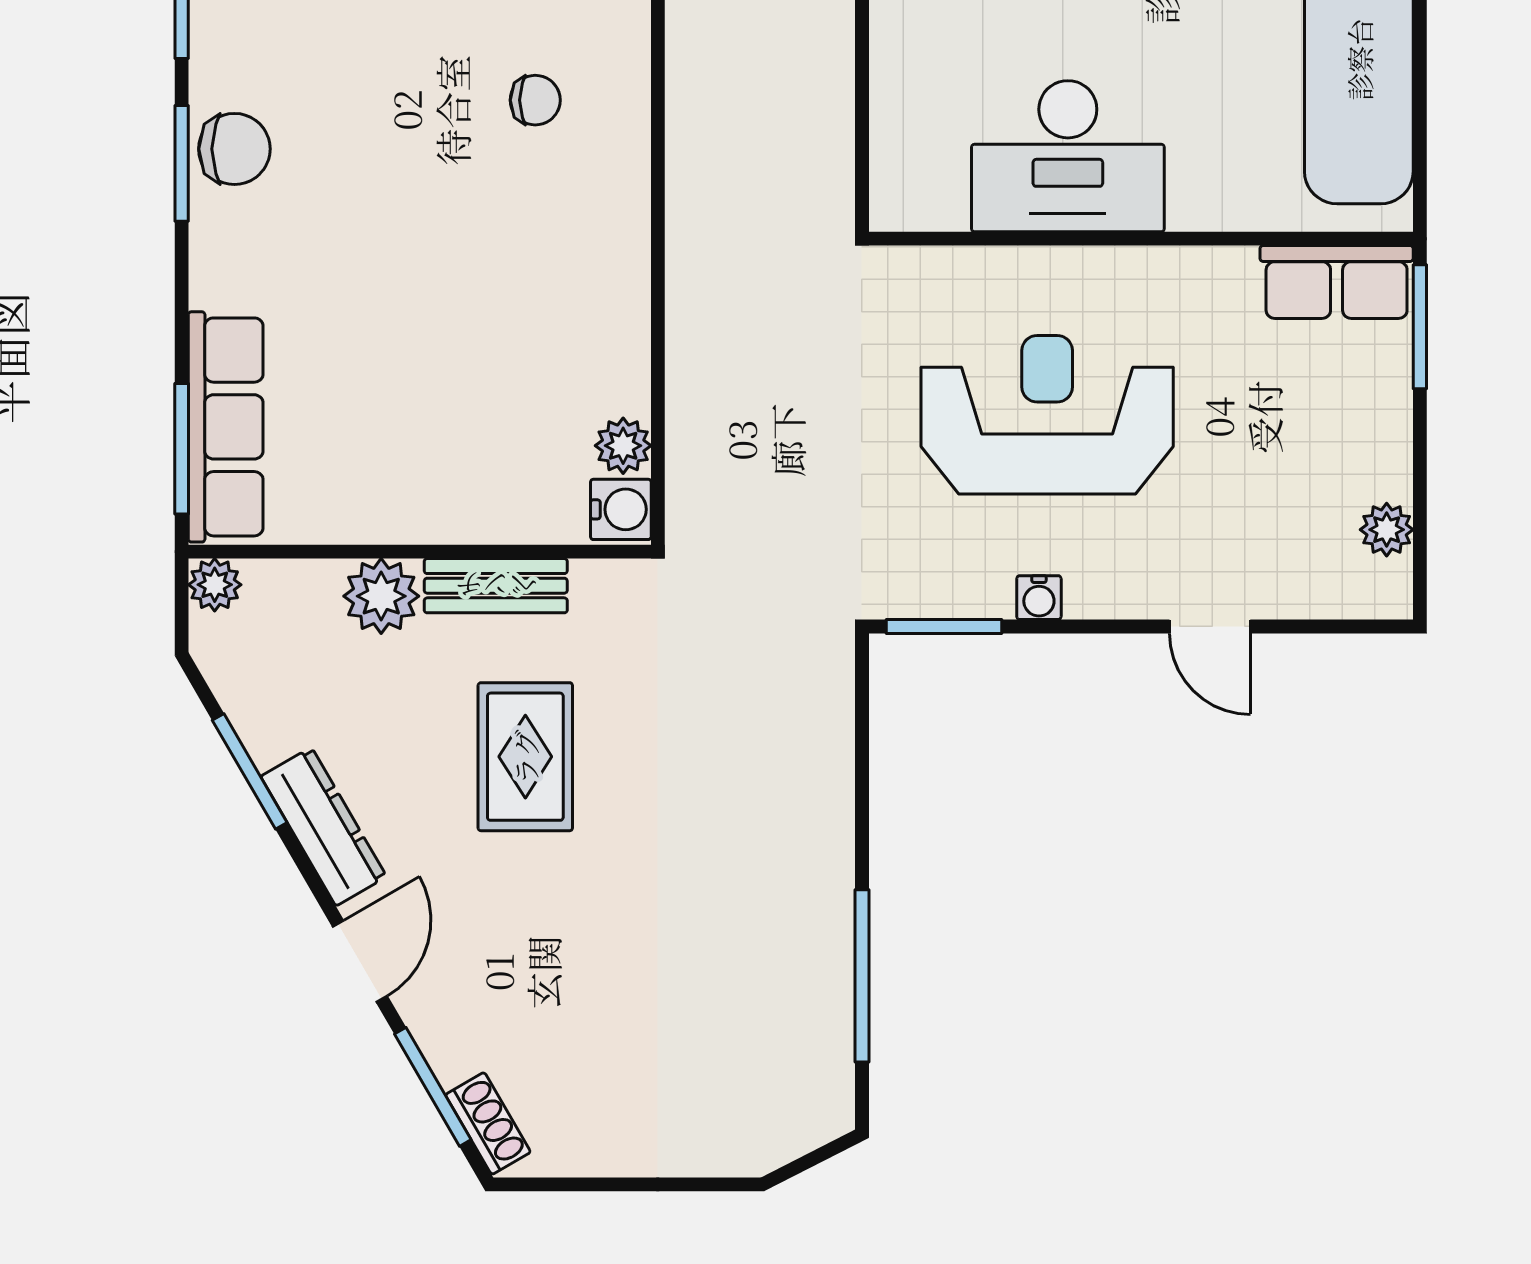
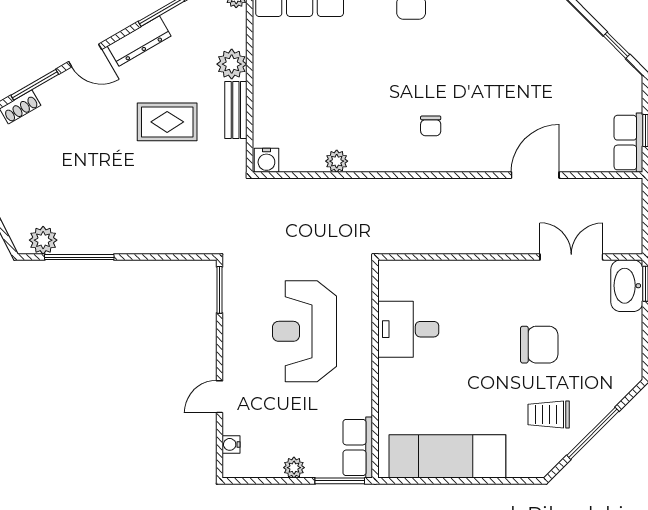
desk: (1068, 156) -> (408, 329), width x0.73
reception desk: (1047, 415) -> (304, 331), turned 180
plant: (623, 446) -> (337, 161), moved
plant: (1387, 530) -> (294, 468), moved
water cooler: (1039, 598) -> (231, 444), moved
plant: (820, 1066) -> (43, 240), added

